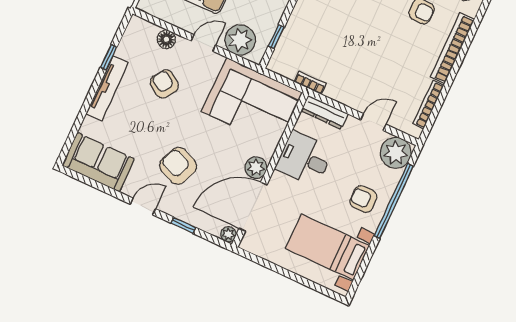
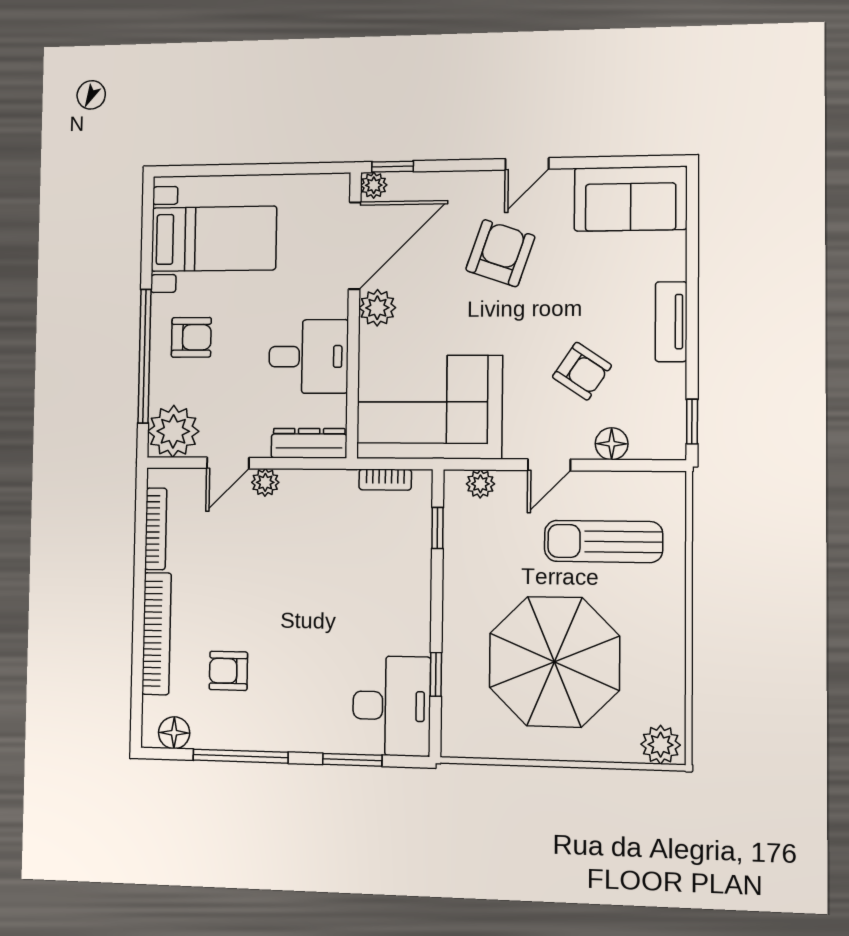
plant: (240, 40) -> (480, 484), width x0.53, depth x0.53
window: (109, 57) -> (692, 422), moved
bookcase: (310, 83) -> (385, 480), moved
tv unit: (107, 88) -> (671, 322), width x0.71
plant: (357, 102) -> (265, 482), added
armchair: (178, 166) -> (500, 253), turned -94
window: (183, 225) -> (393, 167), moved

